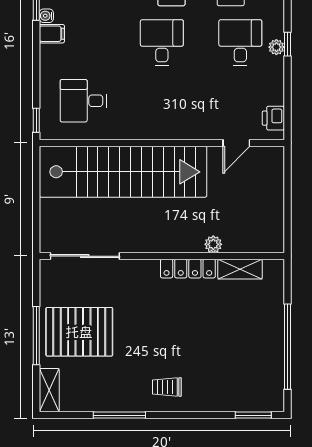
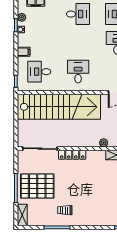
filing cabinet: (52, 34) -> (24, 52), moved
desk: (162, 43) -> (78, 72), moved
locker: (188, 269) -> (72, 155), moved
trolley: (167, 387) -> (65, 210), moved

